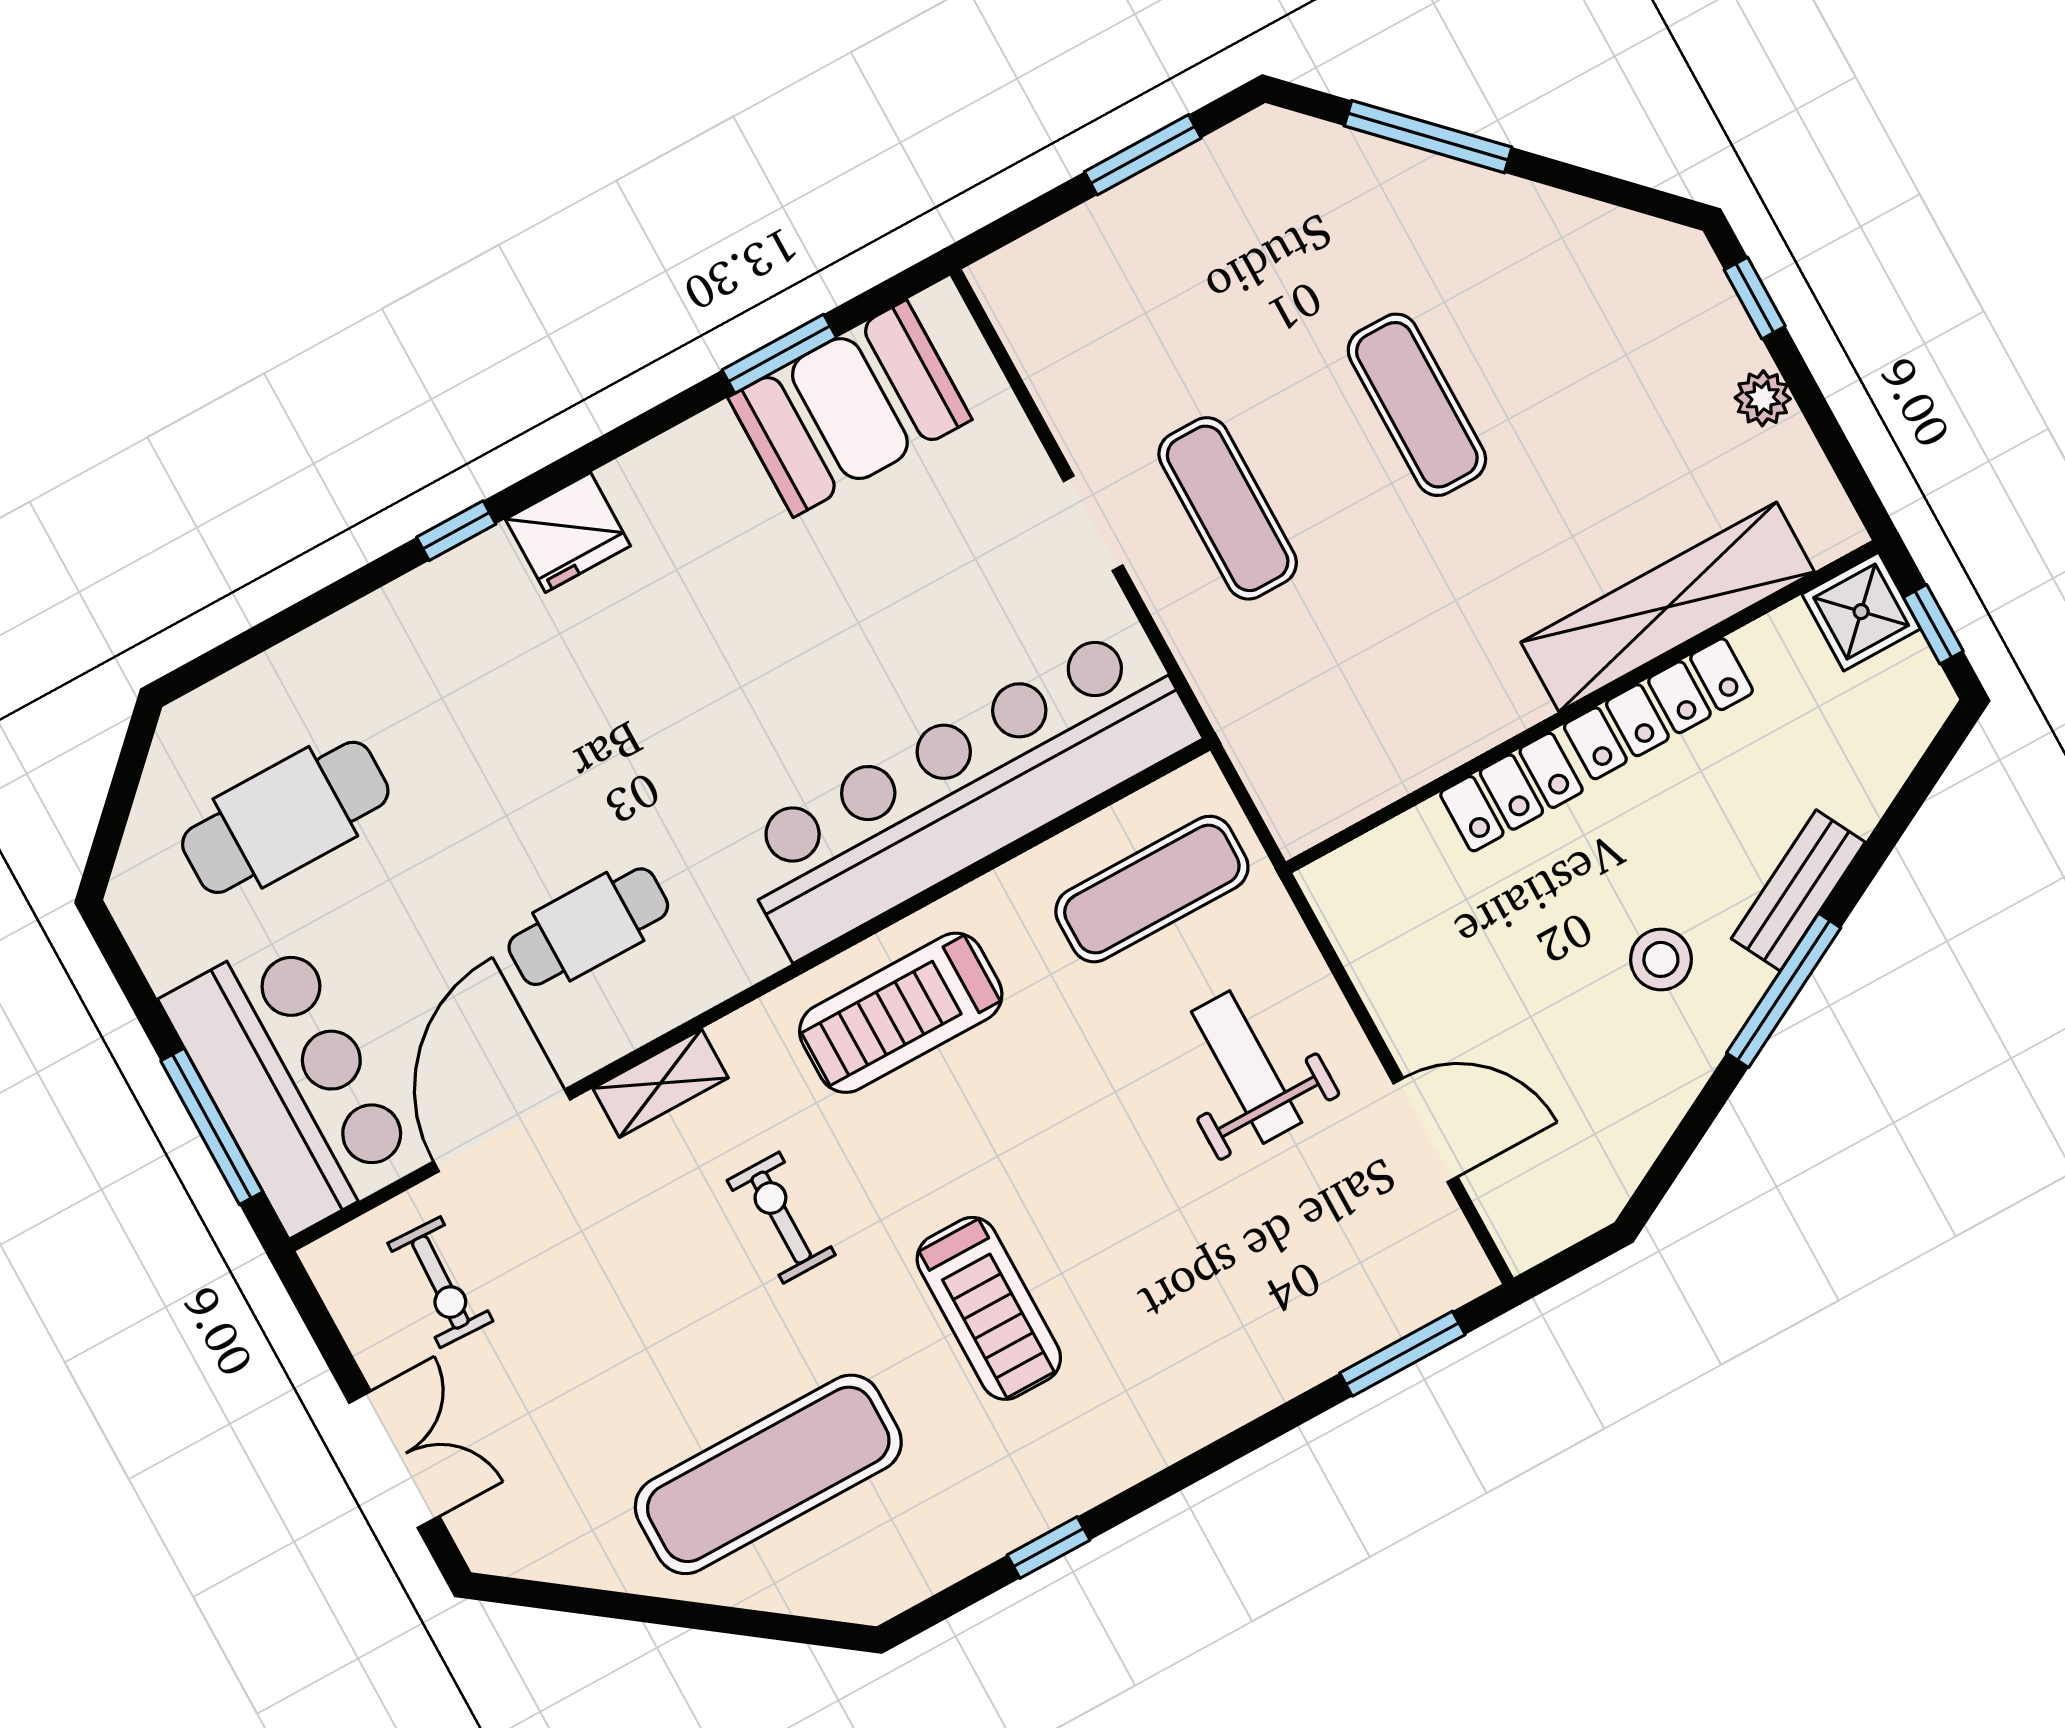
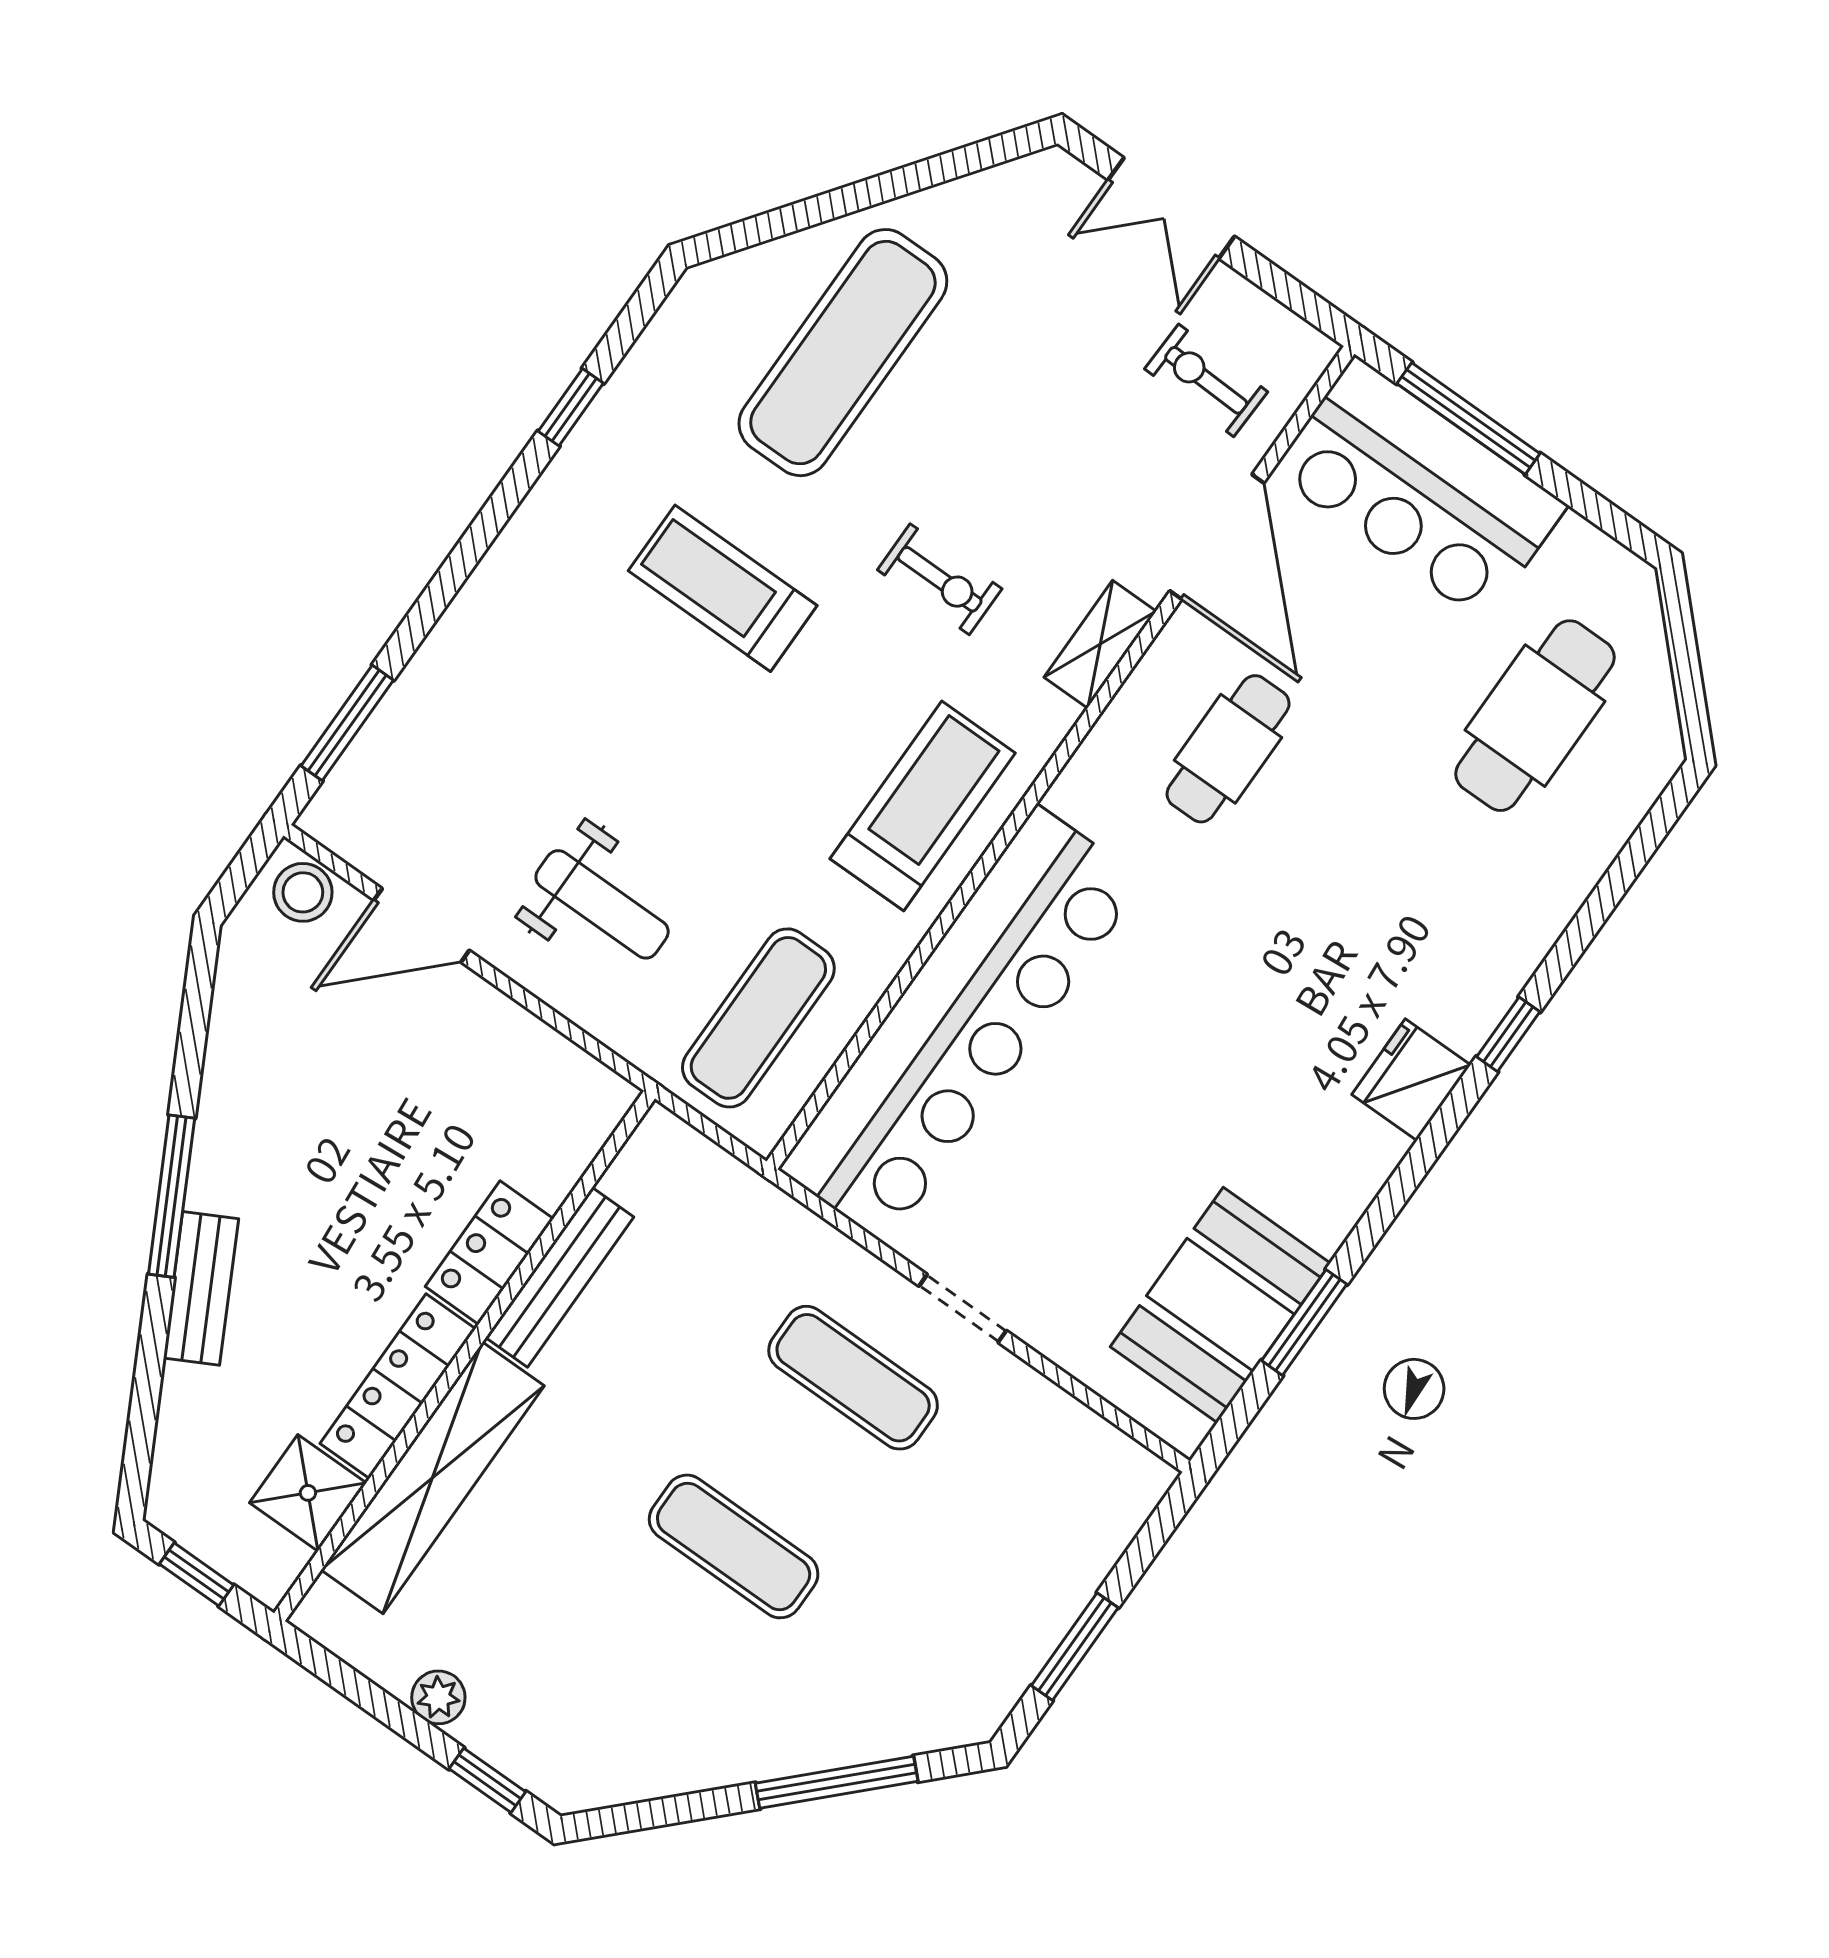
shower: (1861, 612) -> (308, 1493), moved
bench: (1457, 737) -> (560, 1277), added
stool: (1661, 959) -> (303, 892), moved

